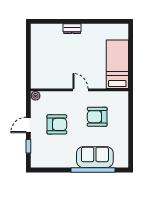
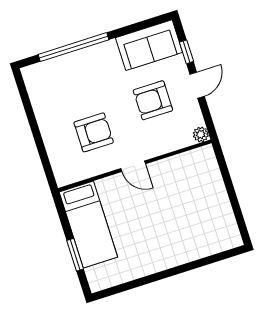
dresser: (72, 29) -> (177, 258), removed
window: (131, 49) -> (75, 255), added
sofa: (95, 157) -> (149, 45), moved

